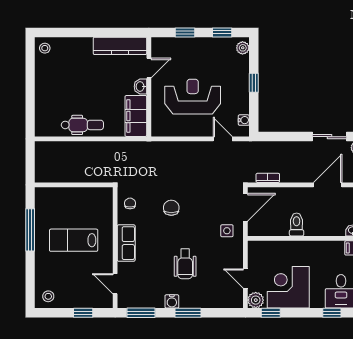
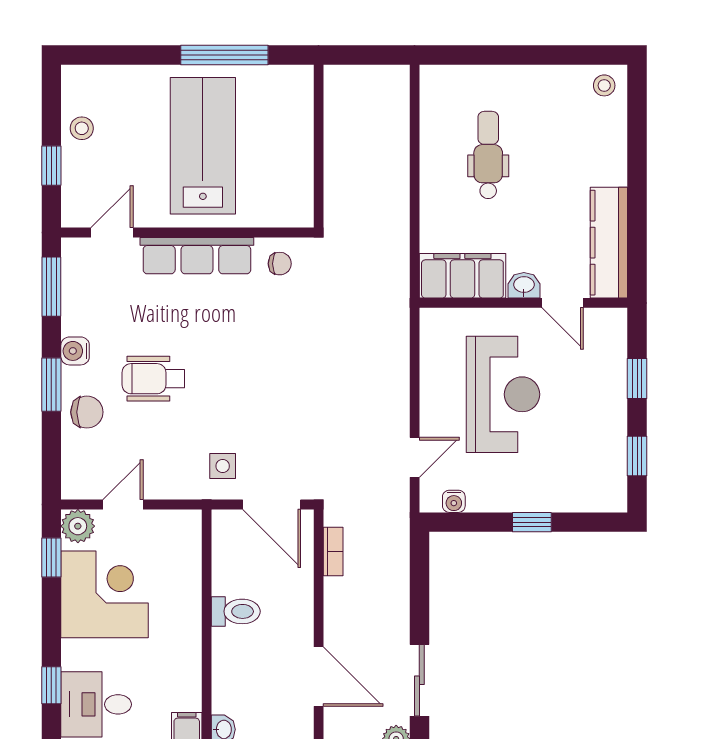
plant: (243, 48) -> (605, 499), removed
dental chair: (82, 125) -> (488, 155), moved, turned 180
chair: (171, 208) -> (87, 412), moved
lab bench: (74, 240) -> (203, 146), width x1.36, depth x1.39
row of seats: (126, 243) -> (197, 256), width x1.48
stool: (48, 296) -> (82, 128), moved

